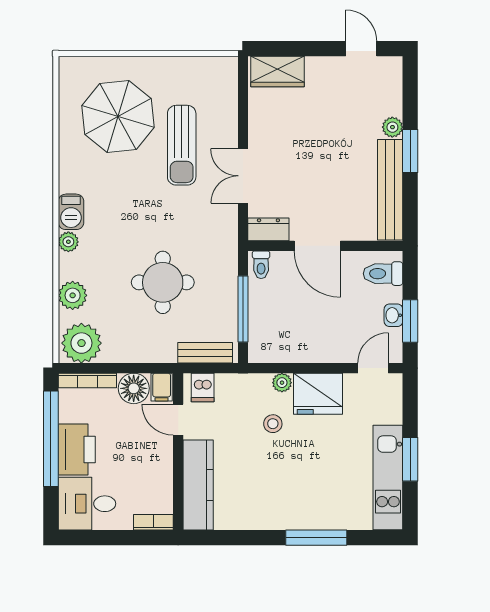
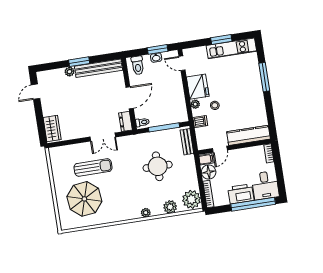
barbecue: (71, 212) -> (132, 214), removed
dishwasher: (203, 387) -> (200, 122), moved
window: (51, 439) -> (253, 204), moved

